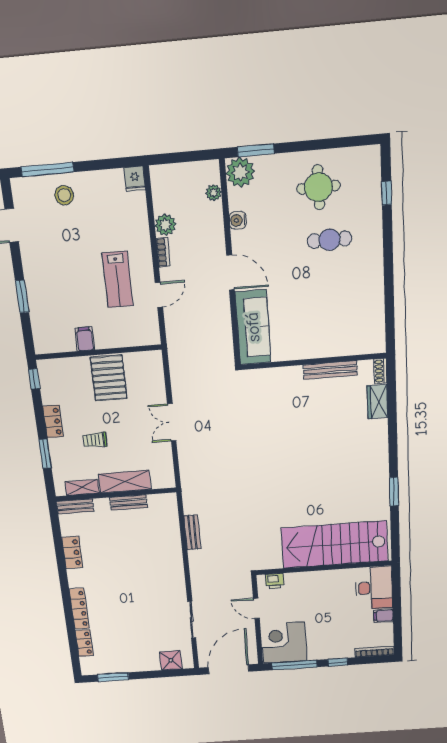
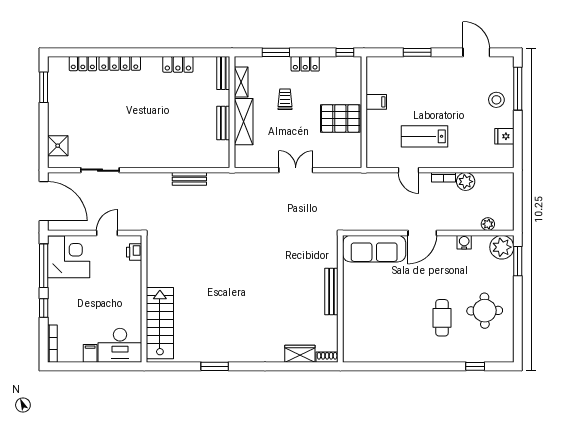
fridge: (135, 179) -> (504, 136), moved
bench: (330, 370) -> (331, 291), moved
stairs: (335, 545) -> (160, 323), width x0.73, depth x0.66

